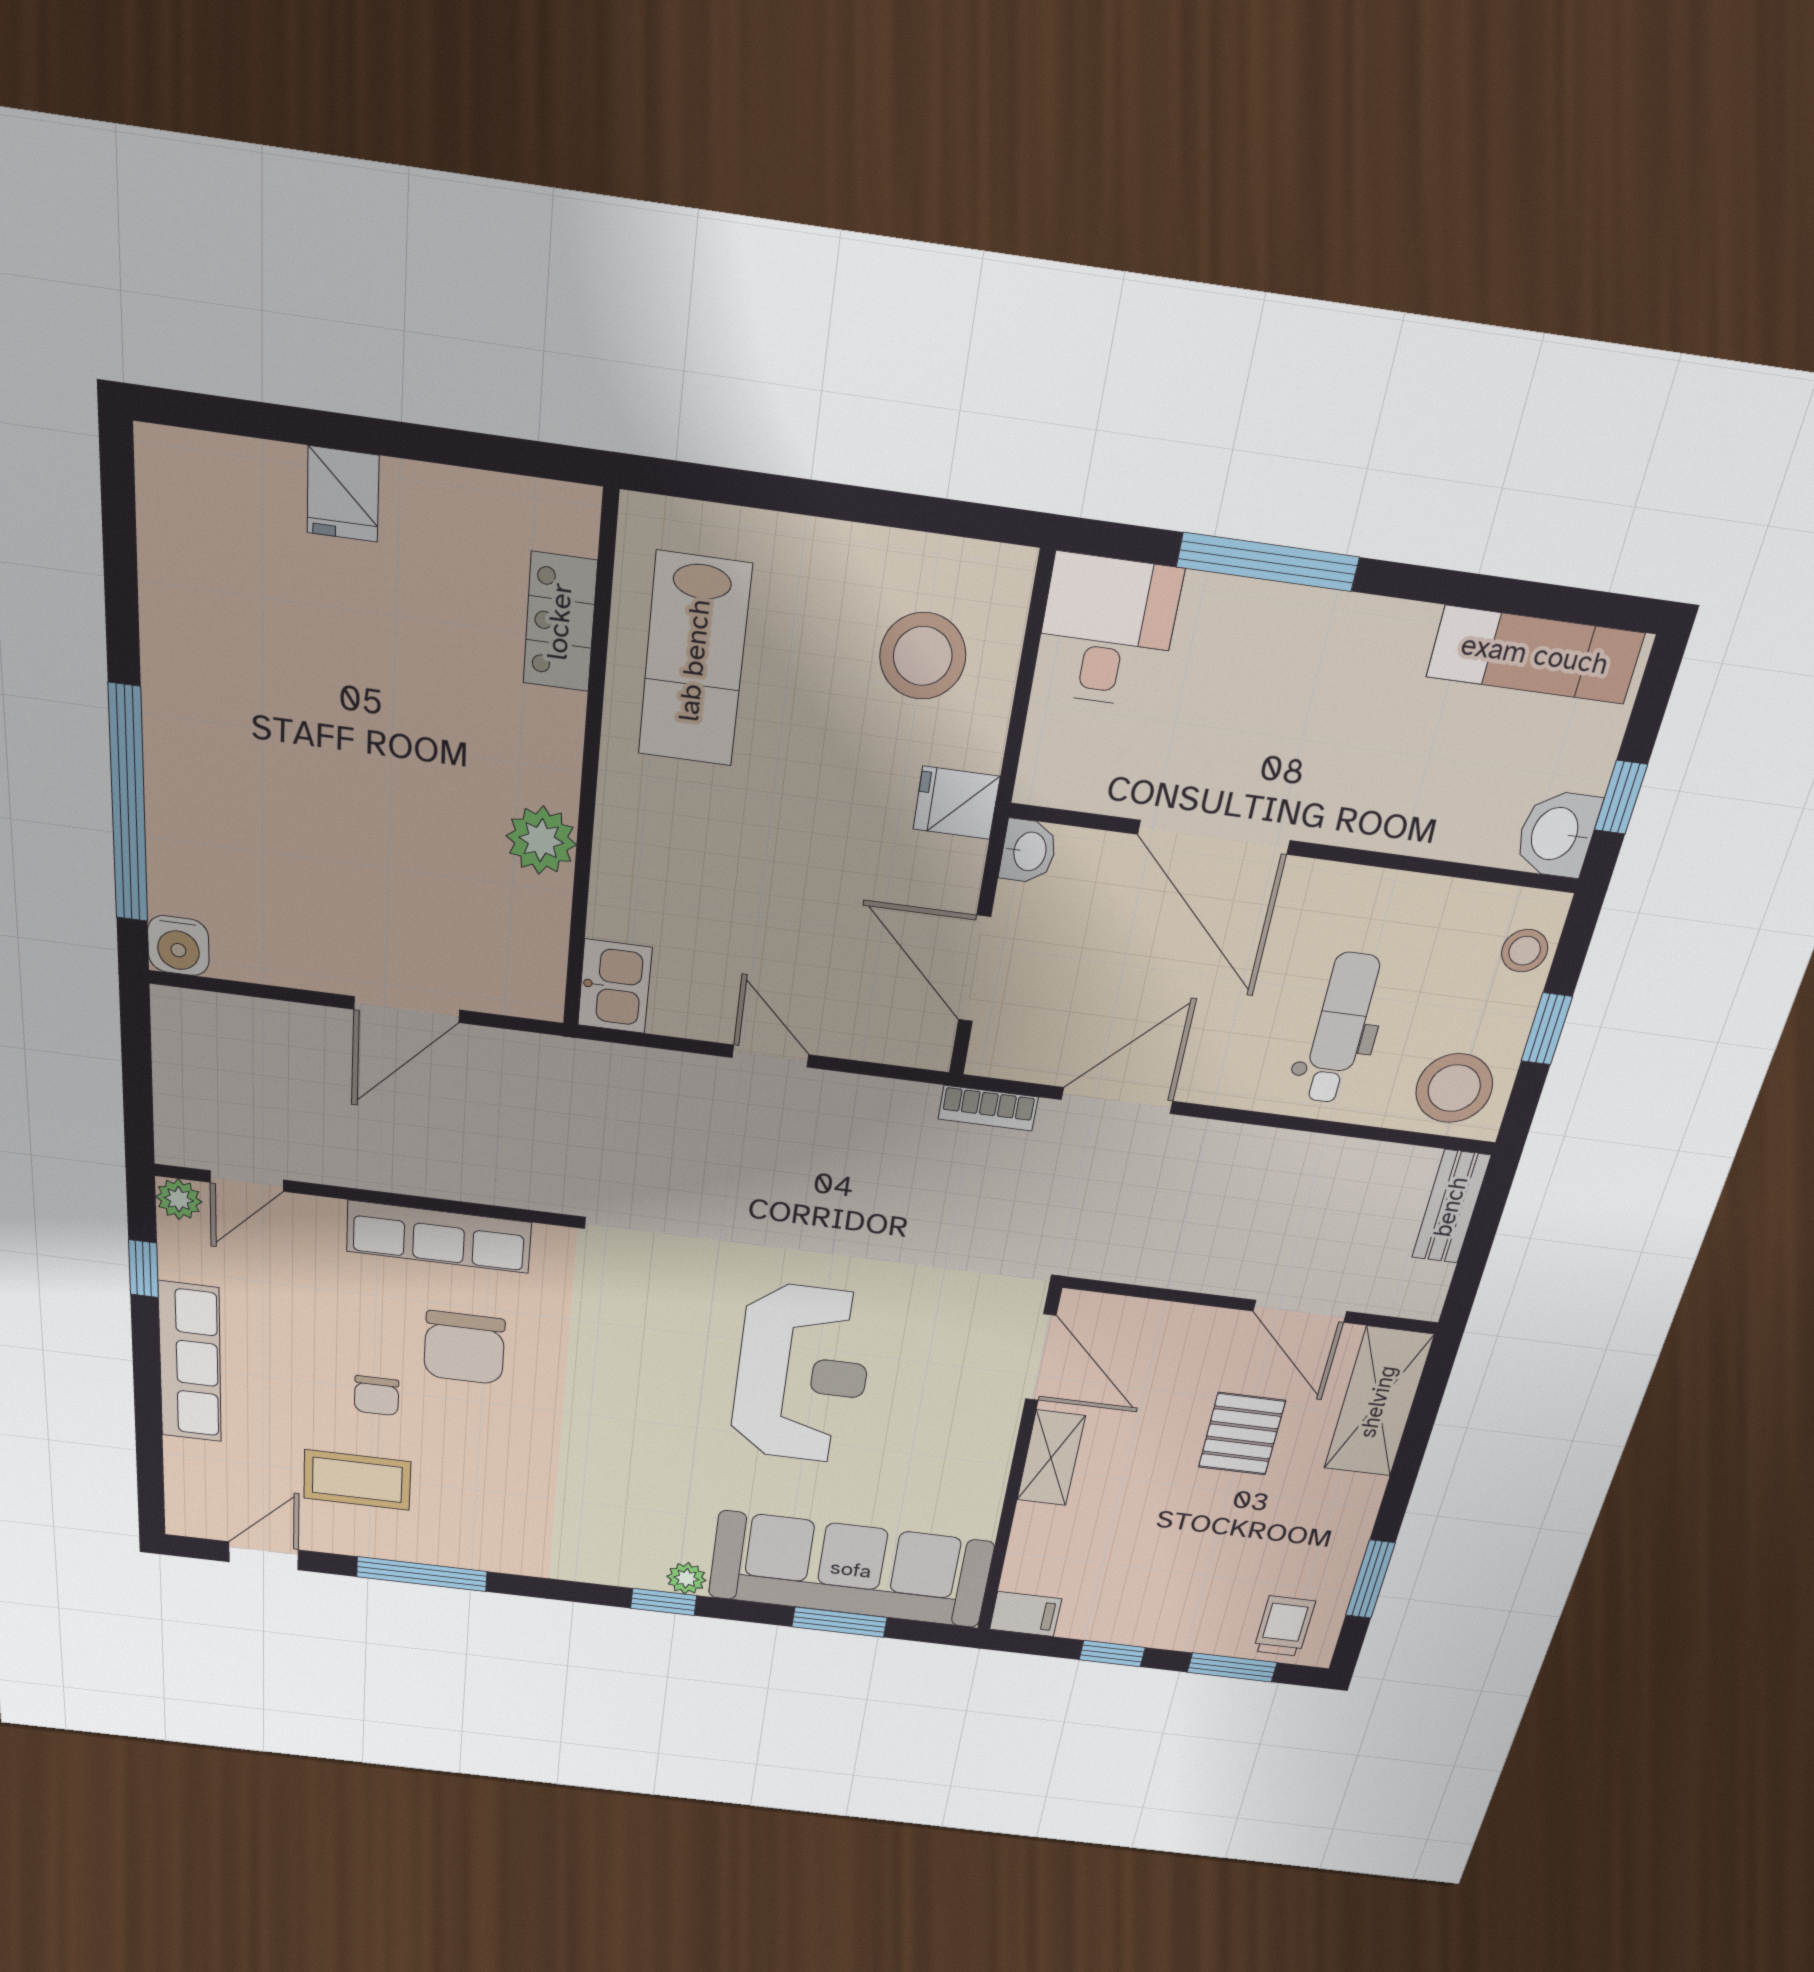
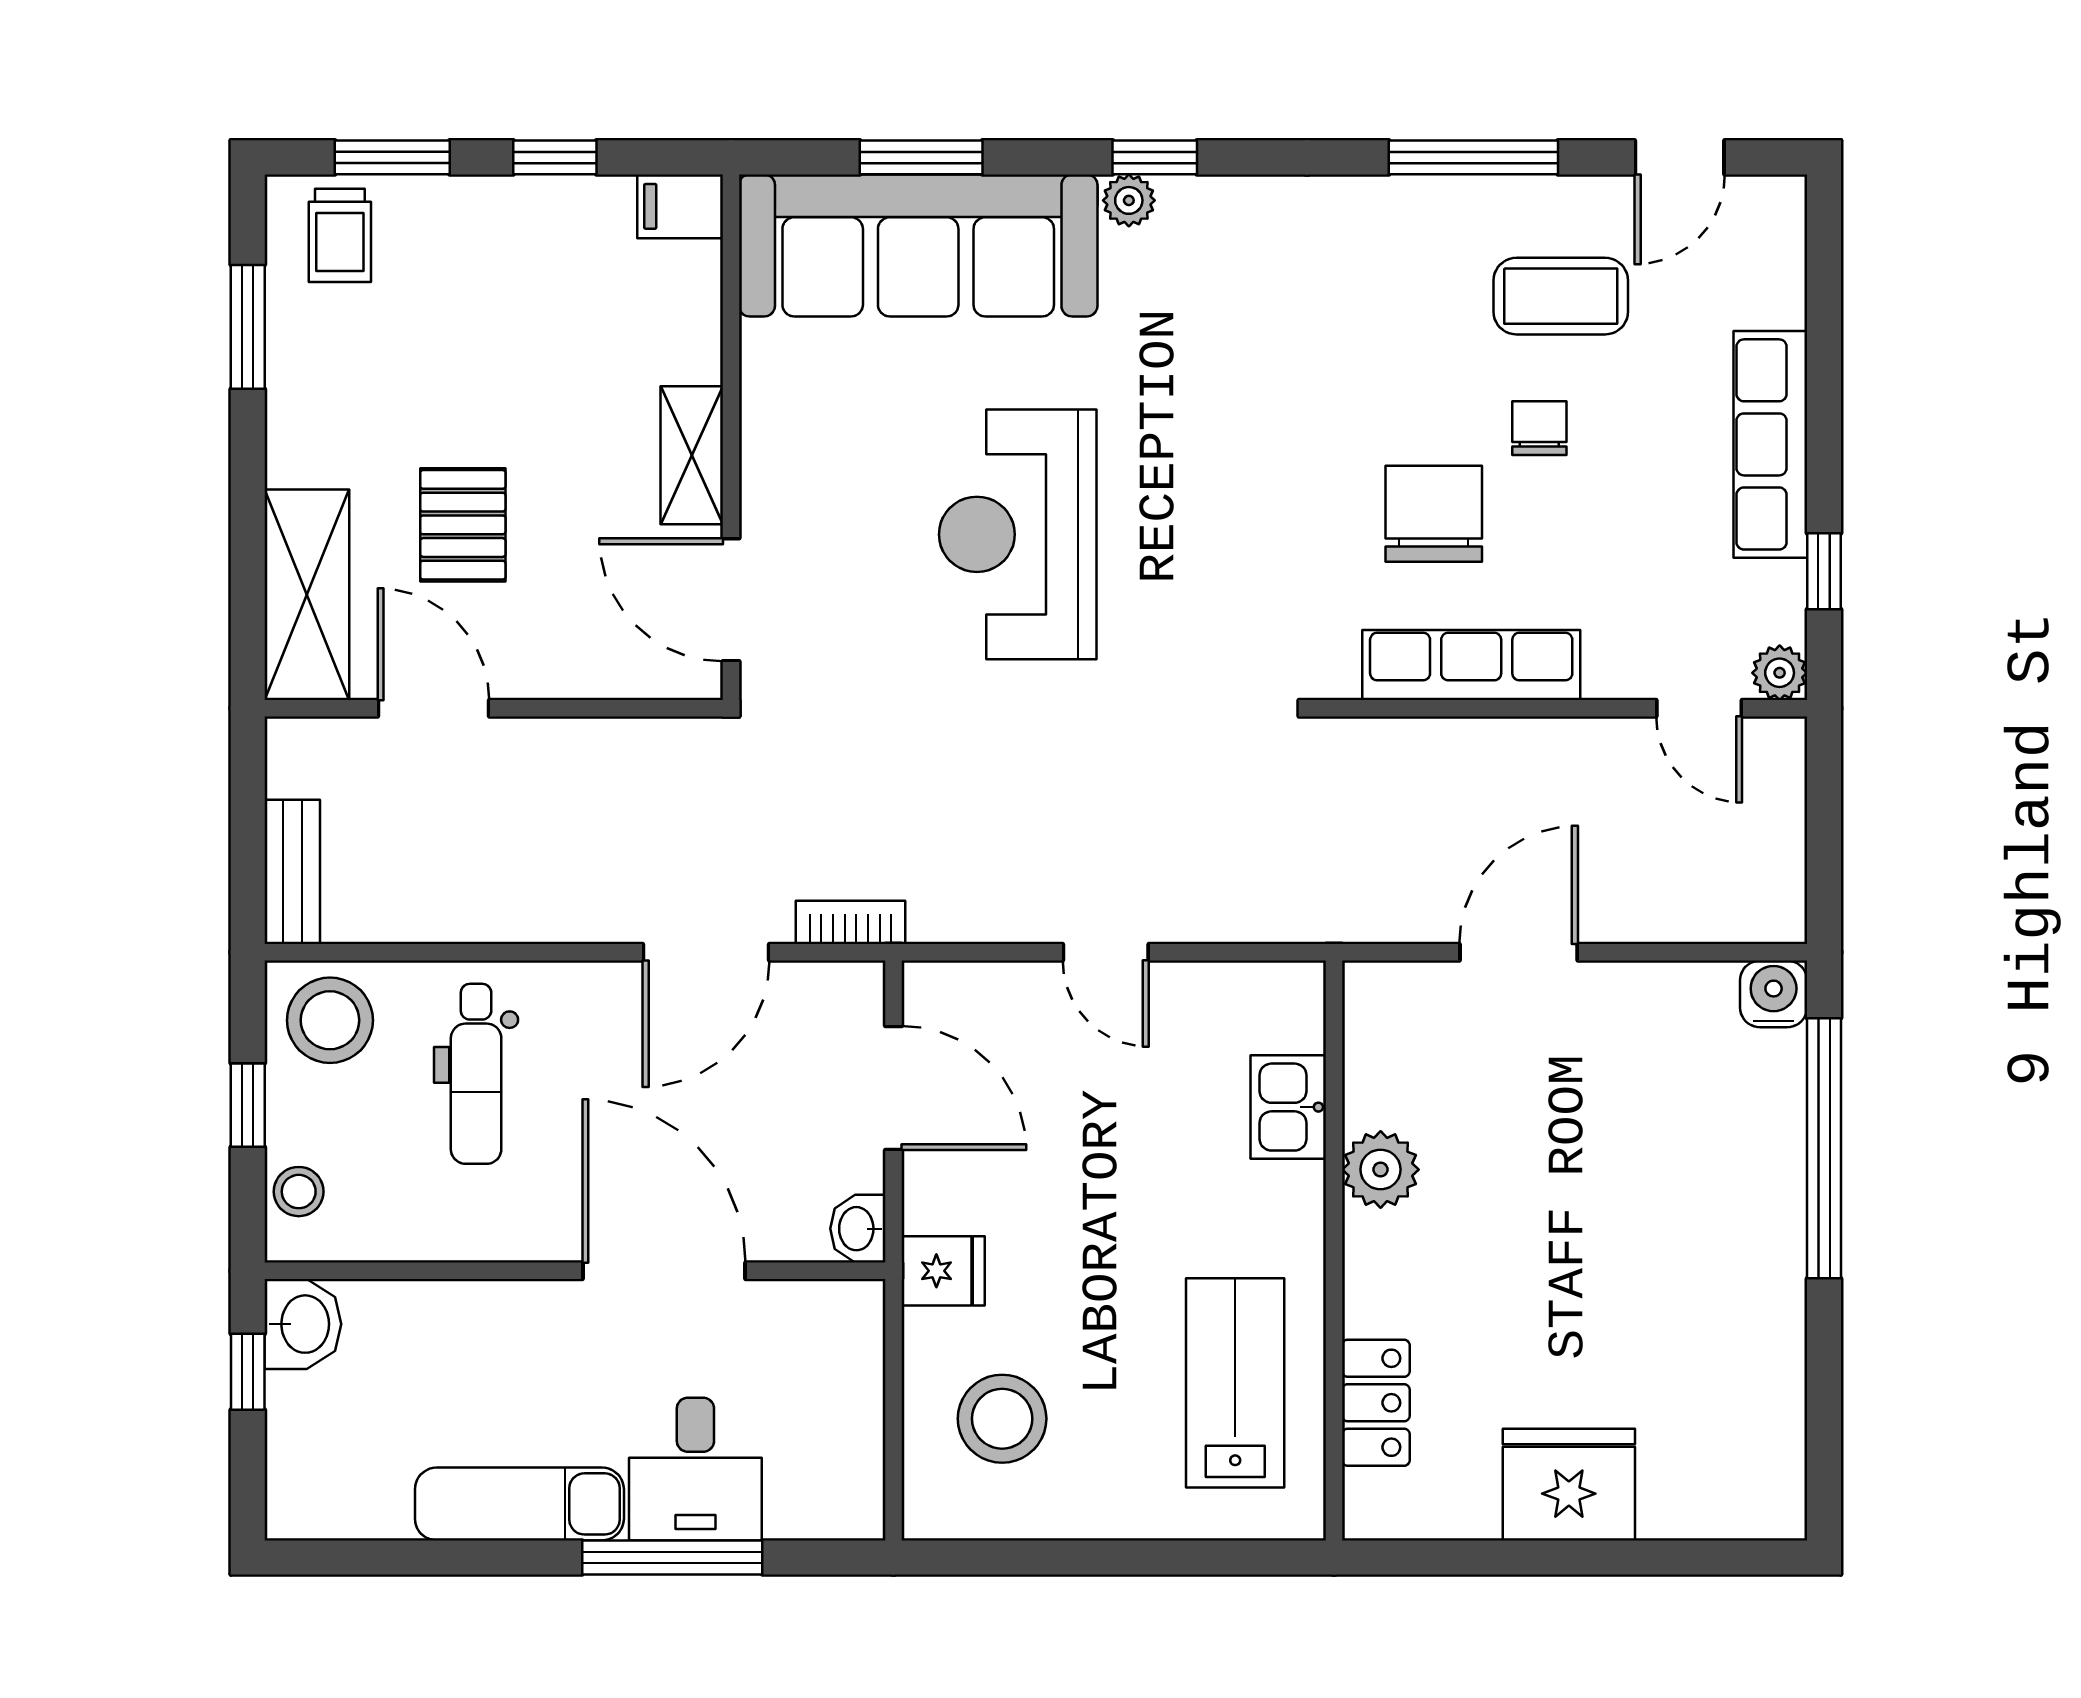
fridge: (343, 494) -> (1569, 1485), width x1.88, depth x1.34
desk: (1107, 631) -> (695, 1469), moved
exam couch: (1535, 655) -> (519, 1504), moved
kitchen sink: (615, 986) -> (1288, 1107), moved
door: (247, 1181) -> (1699, 708), swing flipped

